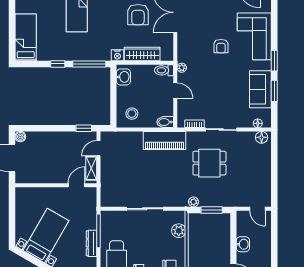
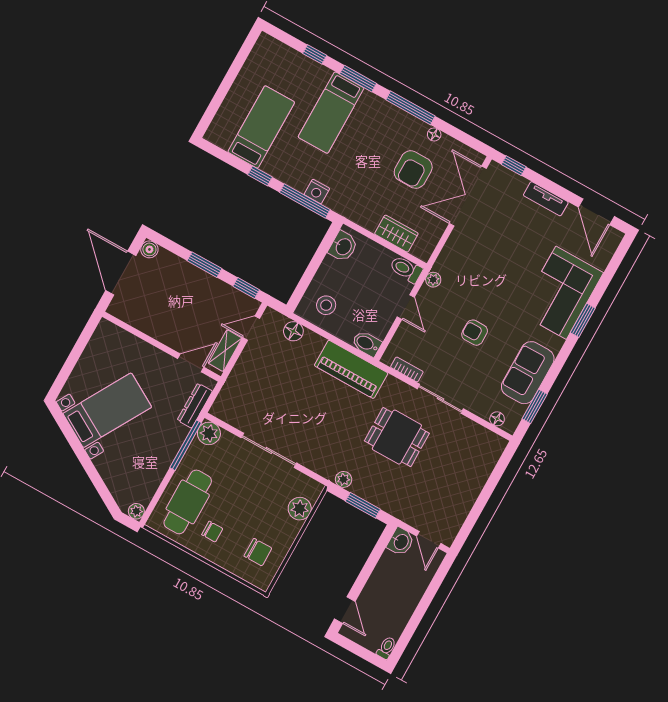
bed: (26, 37) -> (261, 127), moved
armchair: (221, 46) -> (475, 333), moved, turned 90
wardrobe: (142, 54) -> (396, 234), width x0.67
nightstand: (117, 55) -> (317, 191), moved
window: (274, 61) -> (583, 320), moved
window: (274, 91) -> (535, 406), moved
window: (54, 128) -> (205, 265), added
floor lamp: (262, 137) -> (293, 331), moved
plant: (107, 218) -> (209, 433), added
dresser: (92, 243) -> (195, 406), moved
washbasin: (243, 244) -> (401, 542), moved

